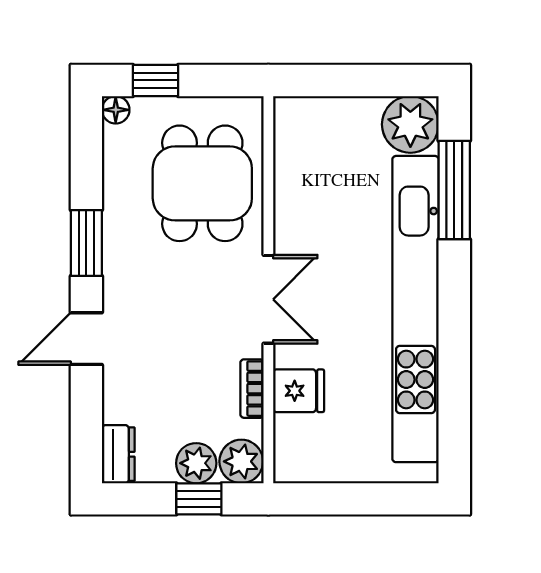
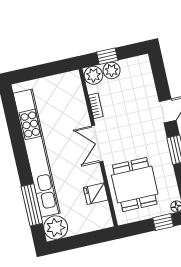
fridge: (299, 391) -> (96, 194), moved
dresser: (118, 454) -> (144, 67), removed

